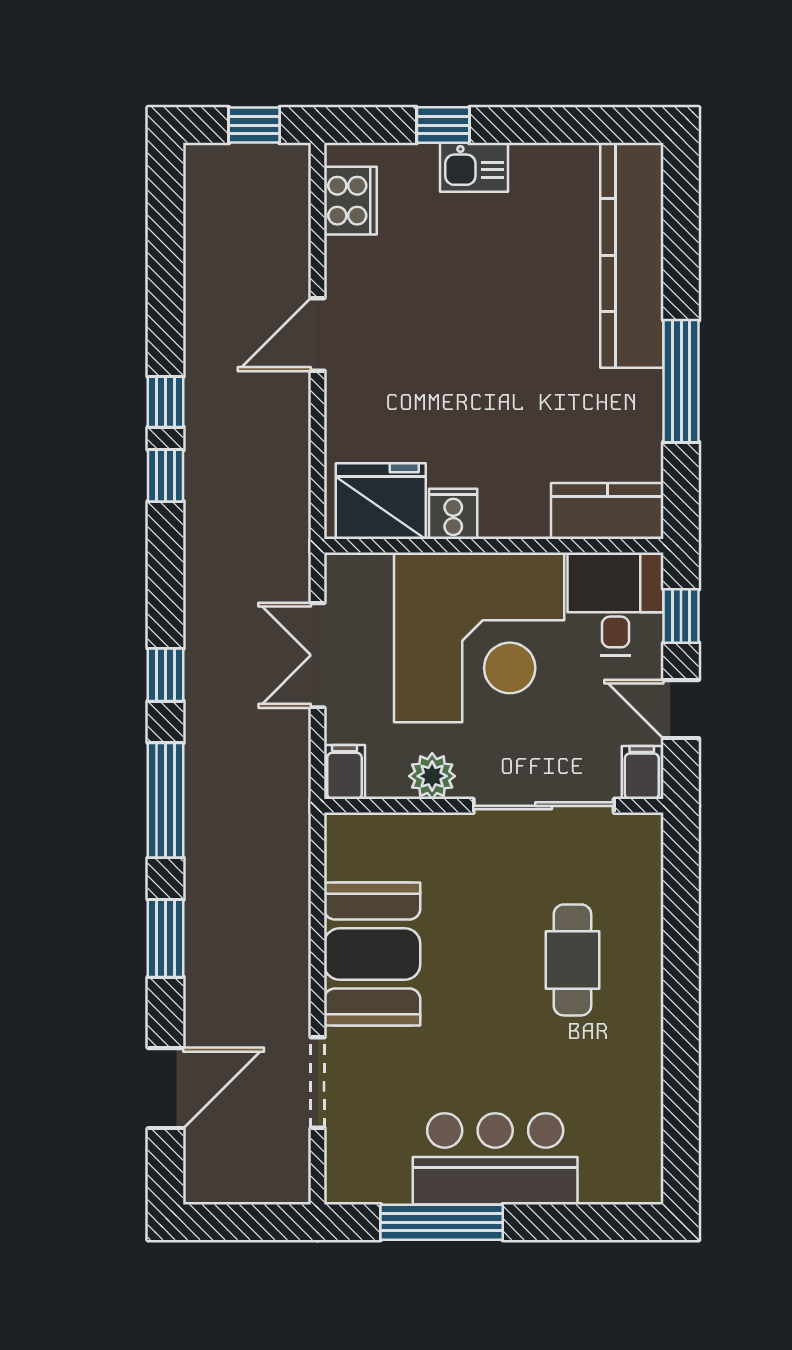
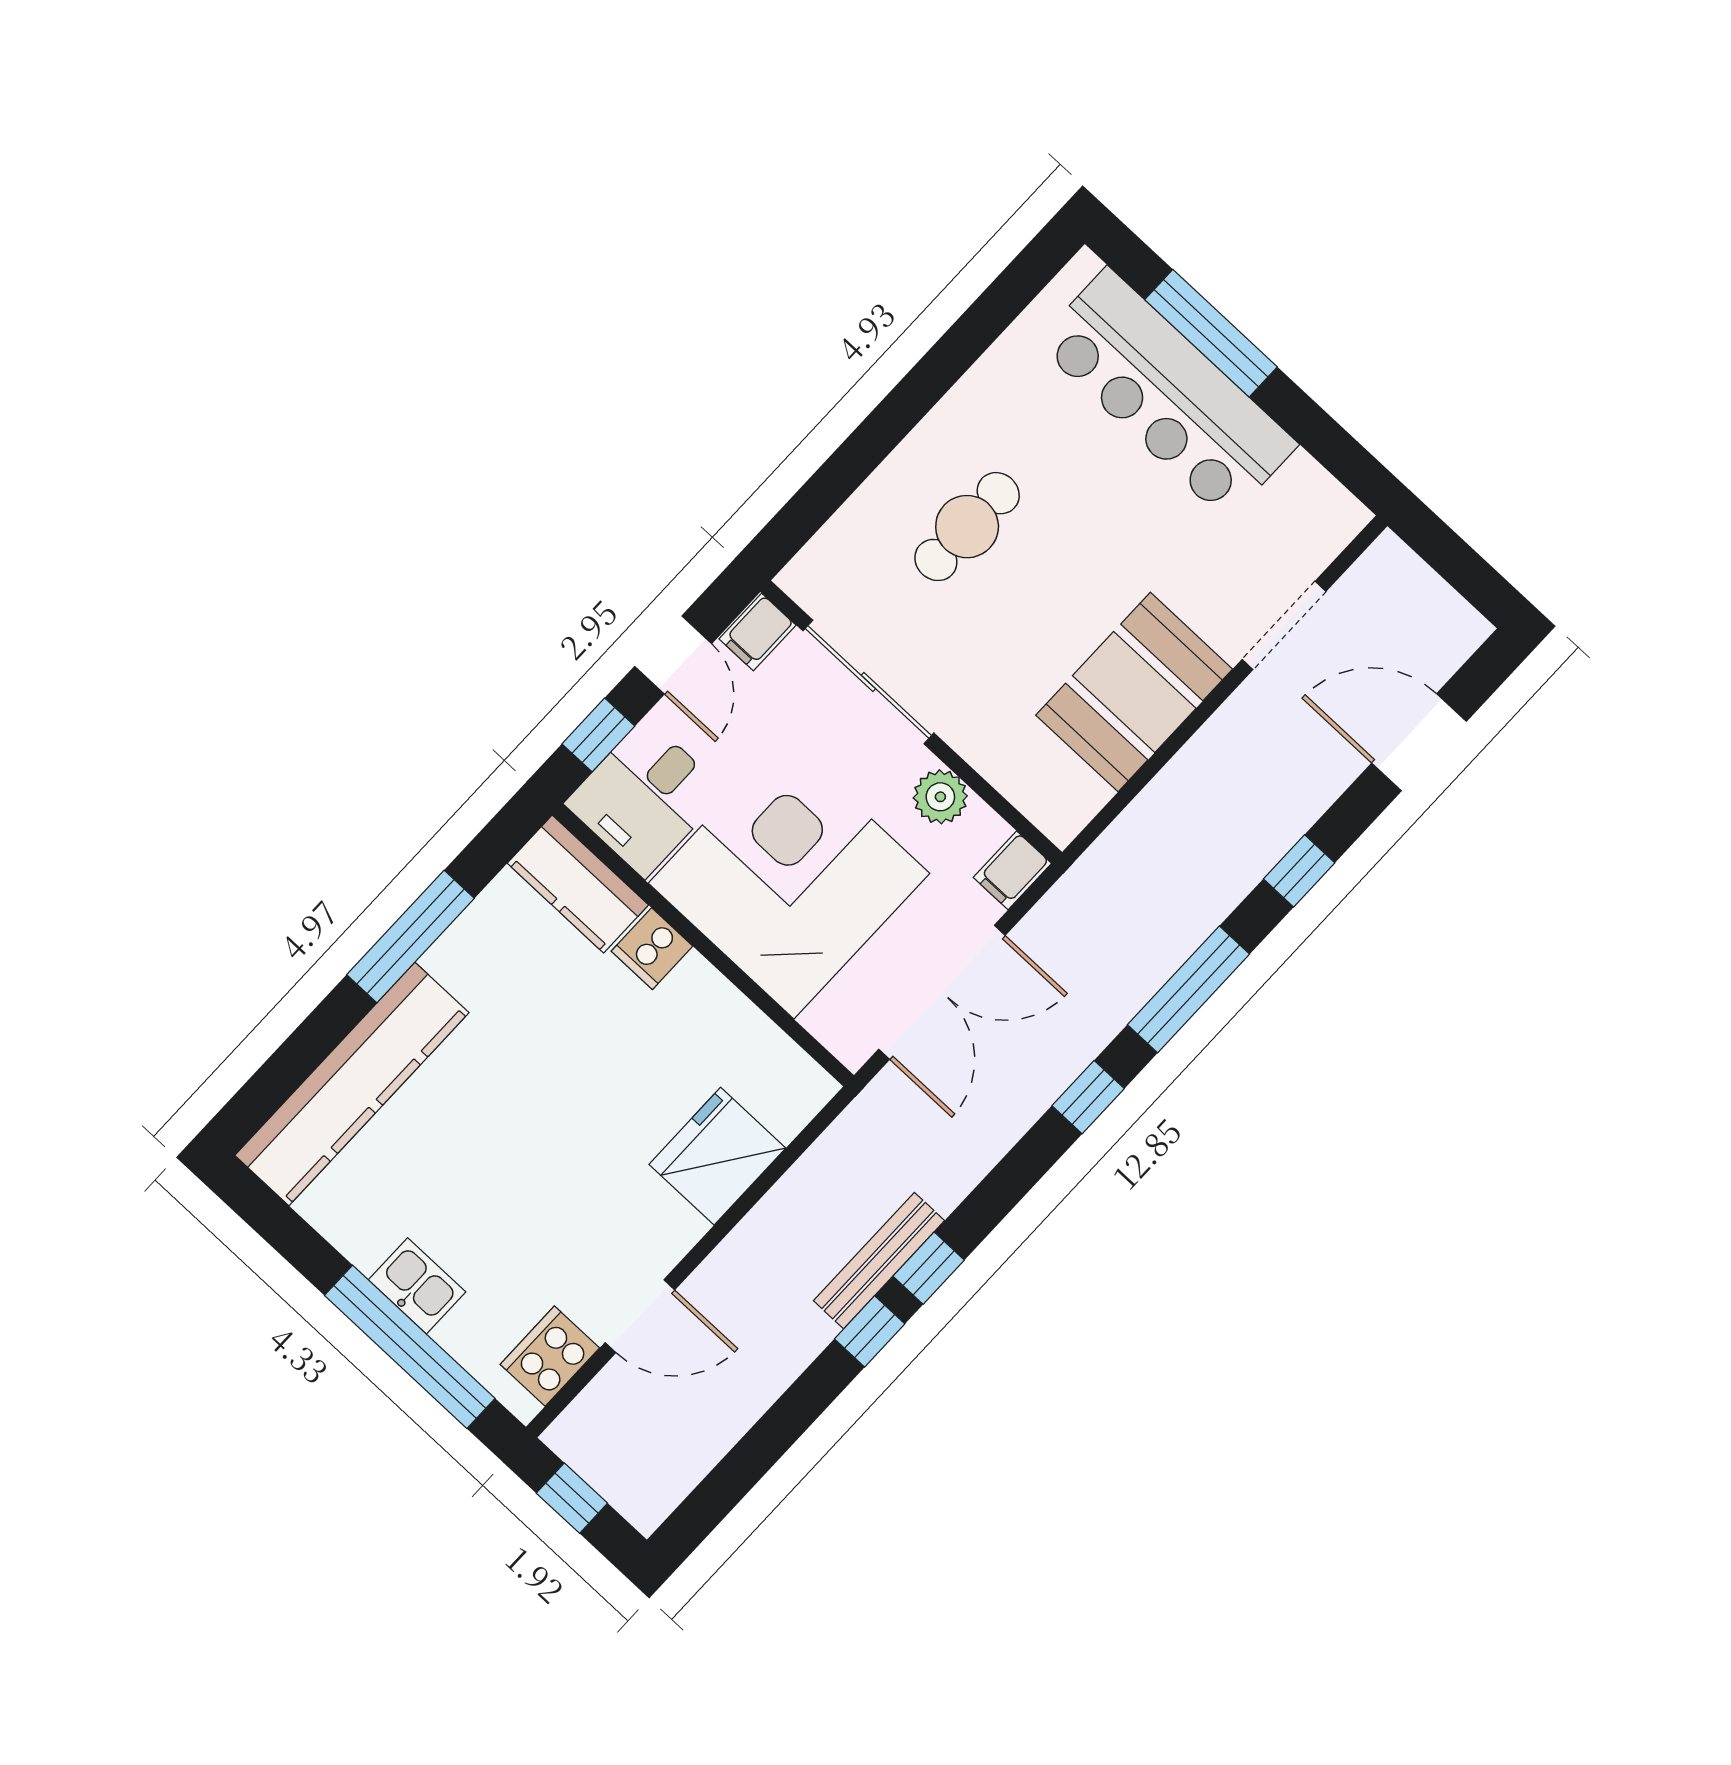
window: (443, 125) -> (410, 1347), width x3.17
door: (318, 334) -> (640, 1316), moved
bench: (201, 451) -> (879, 1261), added
fridge: (381, 501) -> (717, 1156), moved, turned 90
cooker: (453, 514) -> (652, 949), moved
double door: (318, 655) -> (942, 992), width x1.37
window: (166, 938) -> (1299, 871), width x0.67
bar counter: (495, 1159) -> (1167, 394), width x1.36
window: (442, 1222) -> (1211, 333), moved

